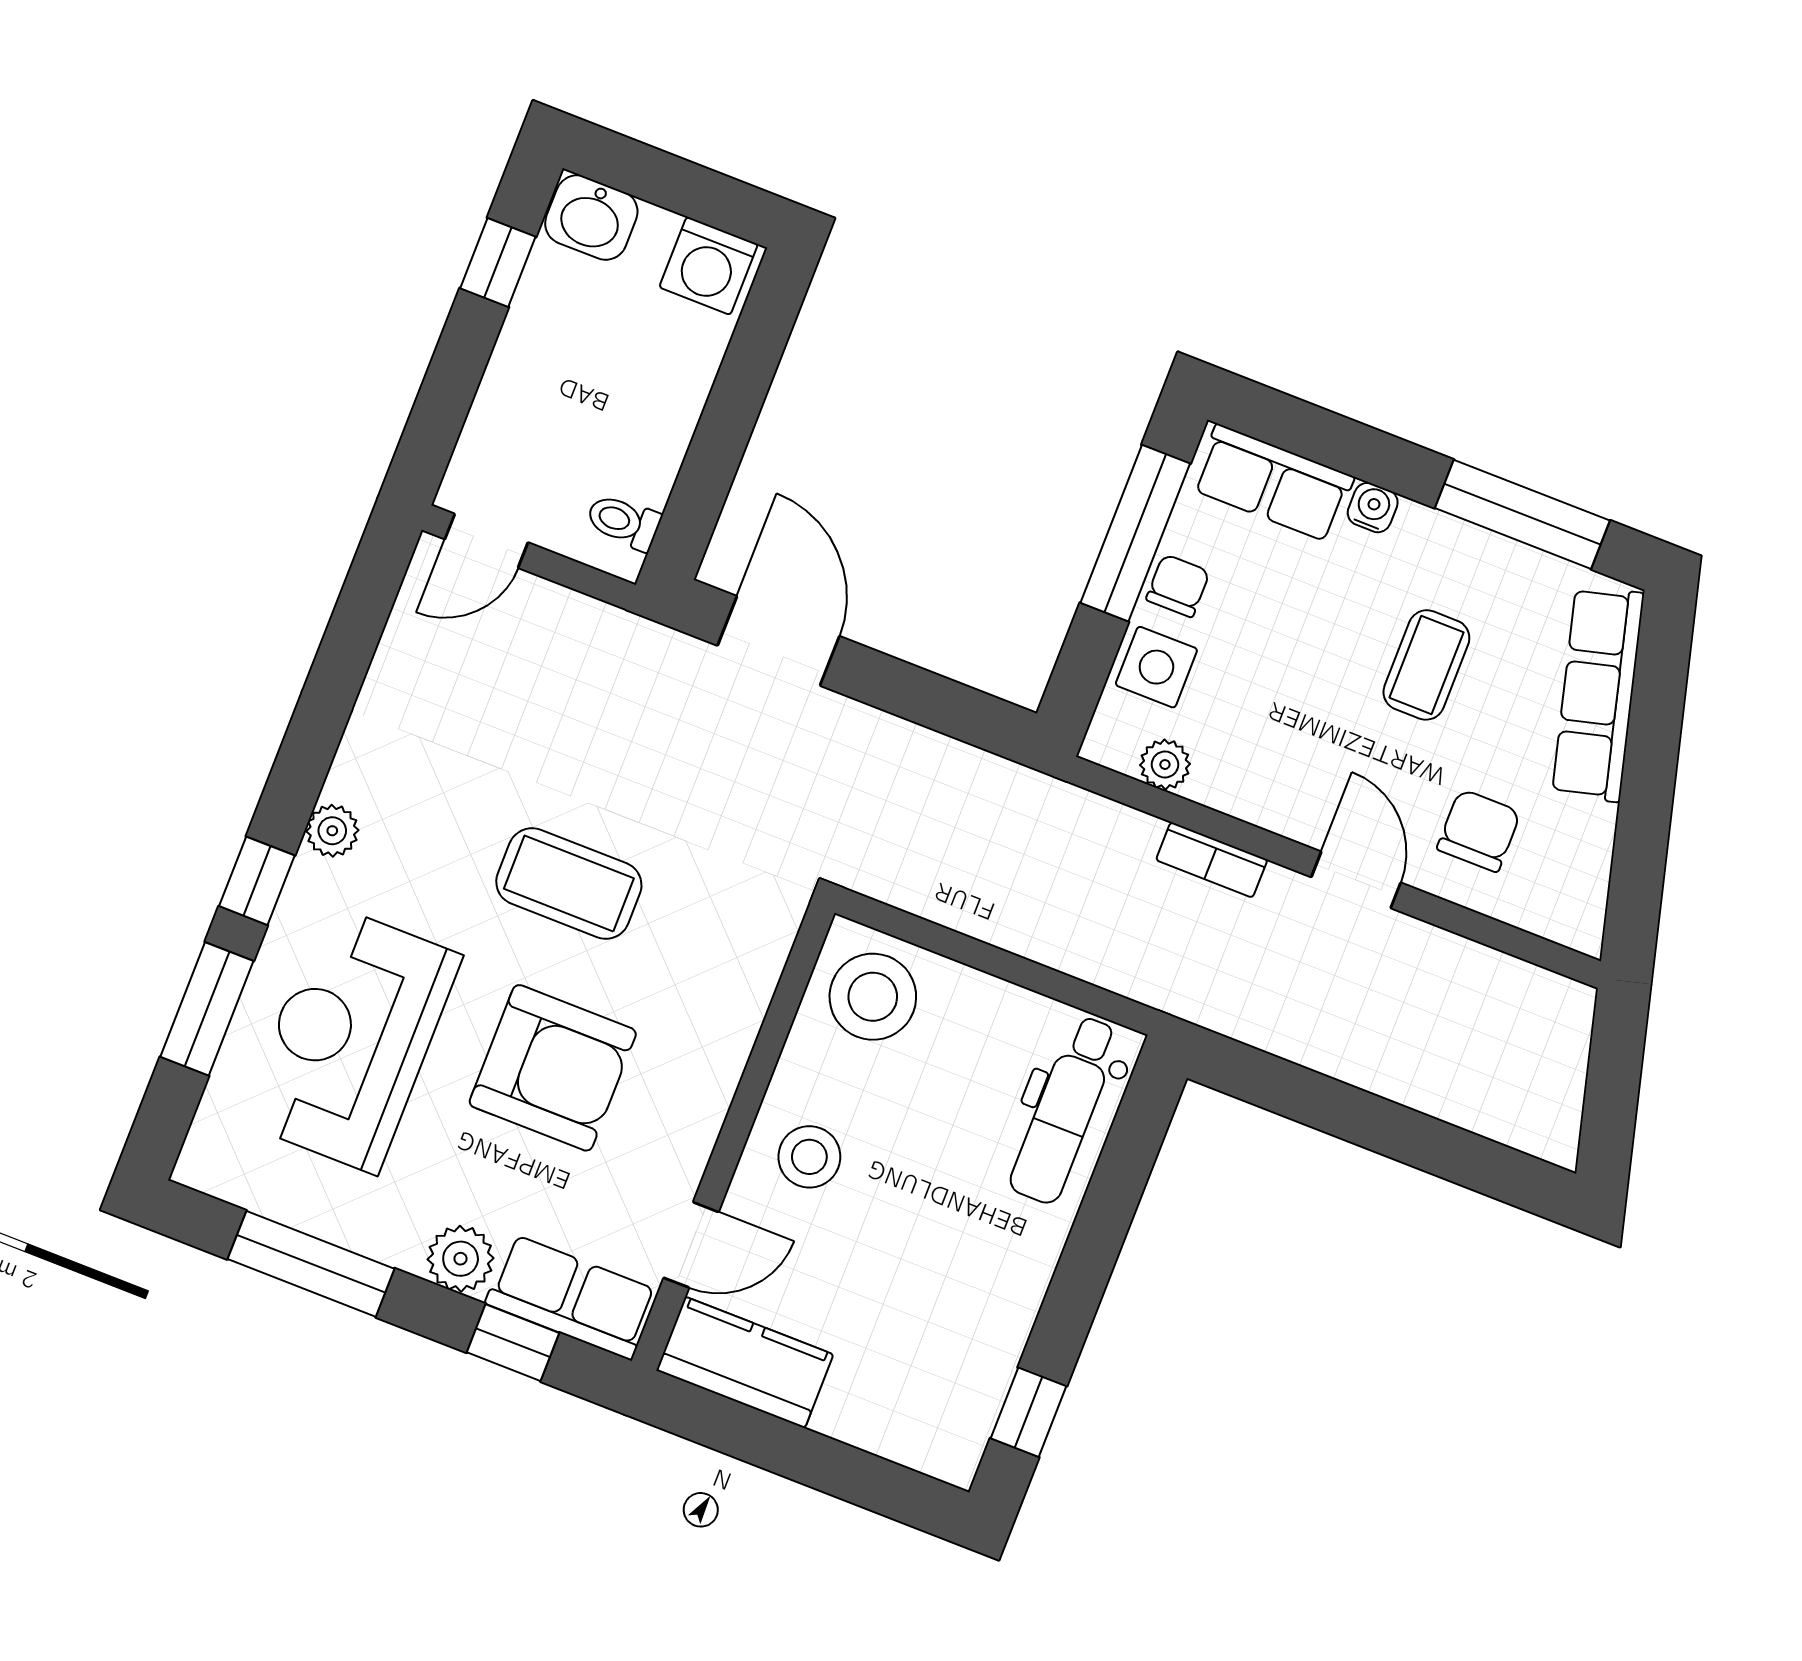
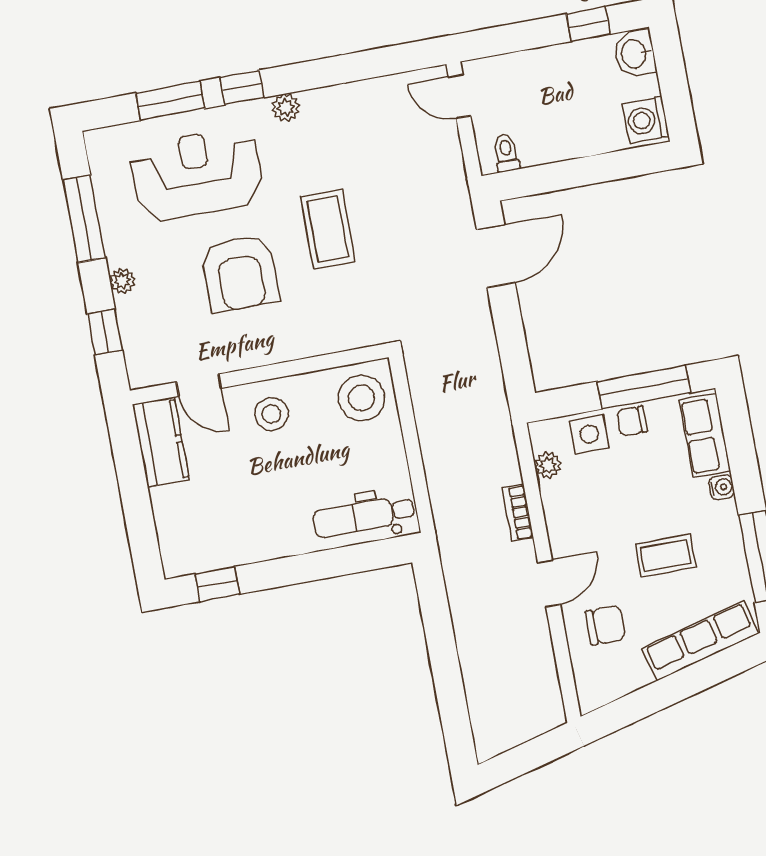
chair: (1178, 586) -> (632, 421), turned 180
plant: (461, 1259) -> (123, 281), width x0.73, depth x0.73
row of seats: (572, 1297) -> (142, 346), removed

